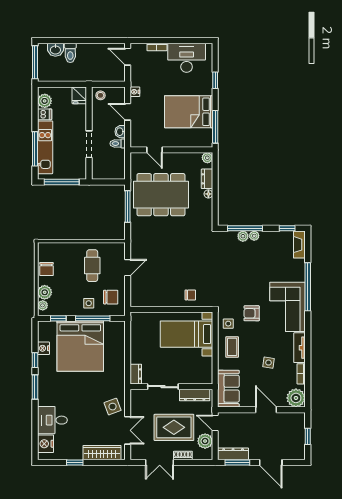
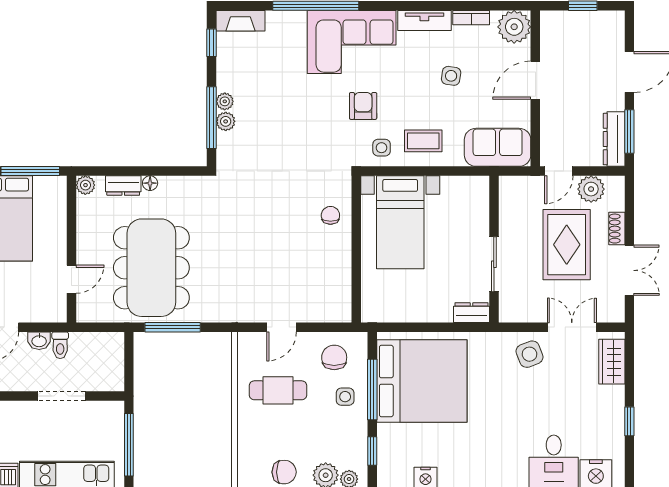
door: (128, 268) -> (282, 327), swing flipped
armchair: (252, 313) -> (363, 106), turned 180
bed: (80, 346) -> (422, 381), moved
dresser: (195, 395) -> (509, 208), removed
wardrobe: (102, 453) -> (612, 362), width x0.67

